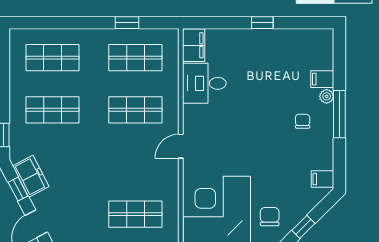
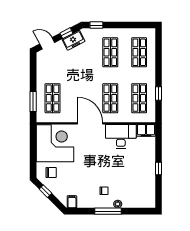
filing cabinet: (322, 79) -> (127, 202), removed
desk: (204, 83) -> (121, 136), width x1.37
door: (181, 146) -> (90, 123), width x1.87

